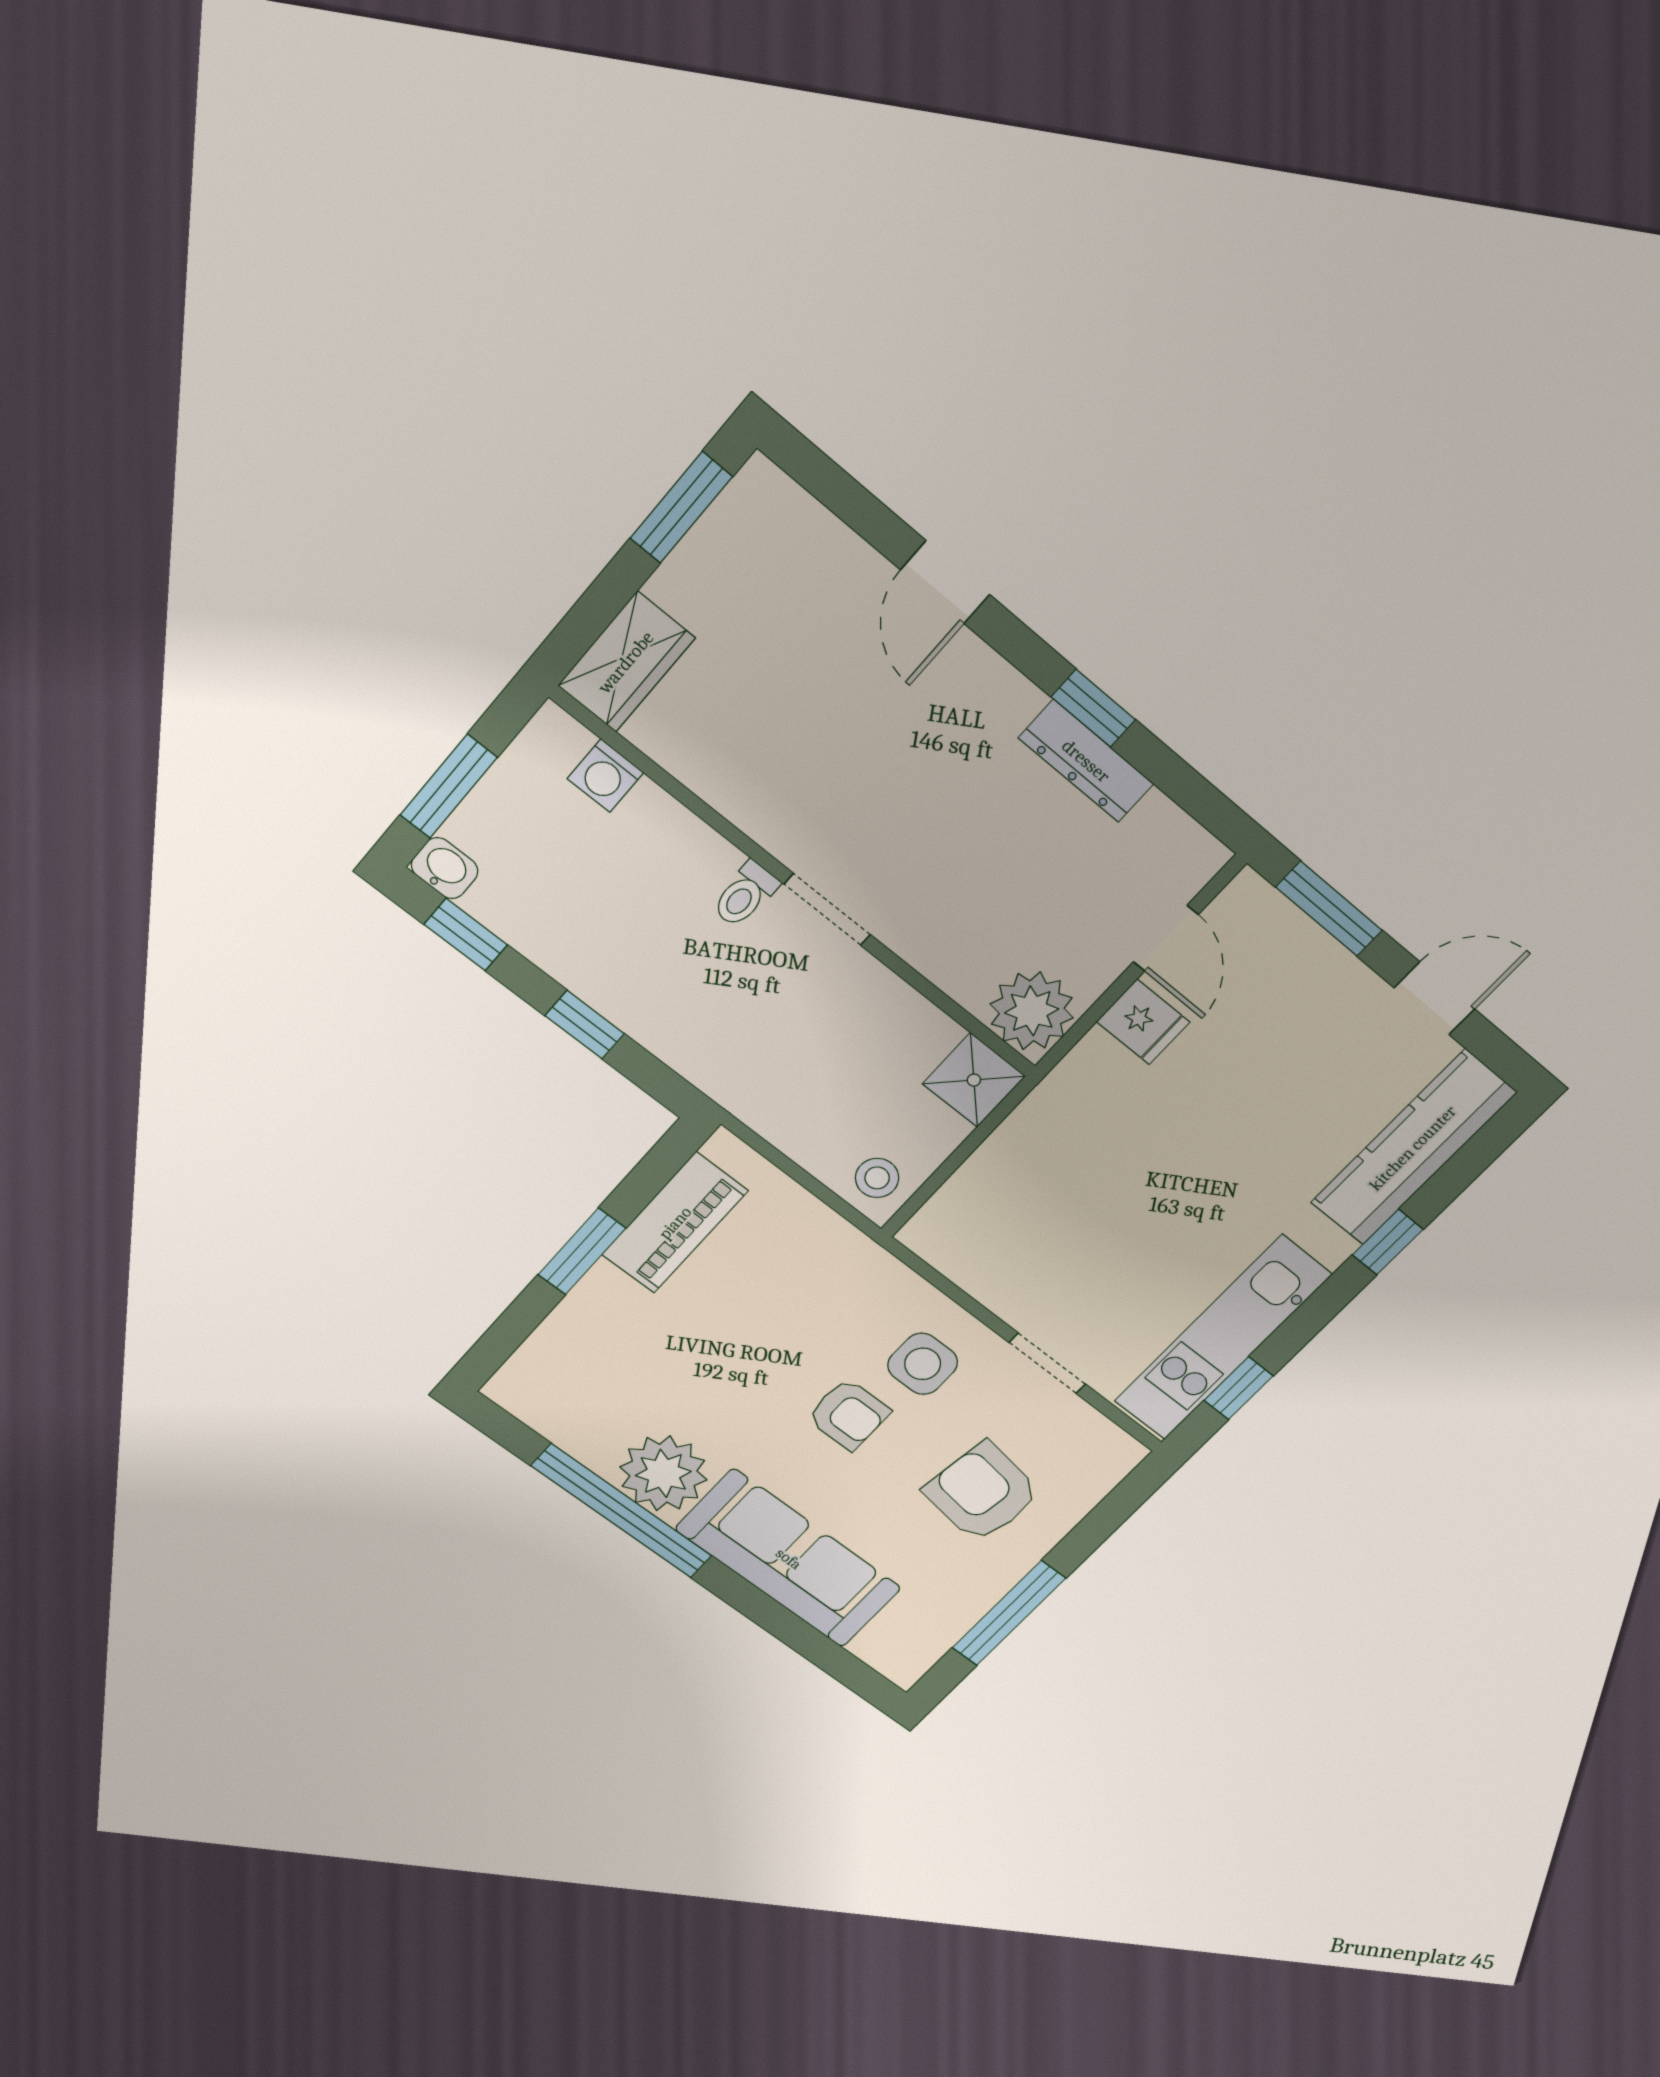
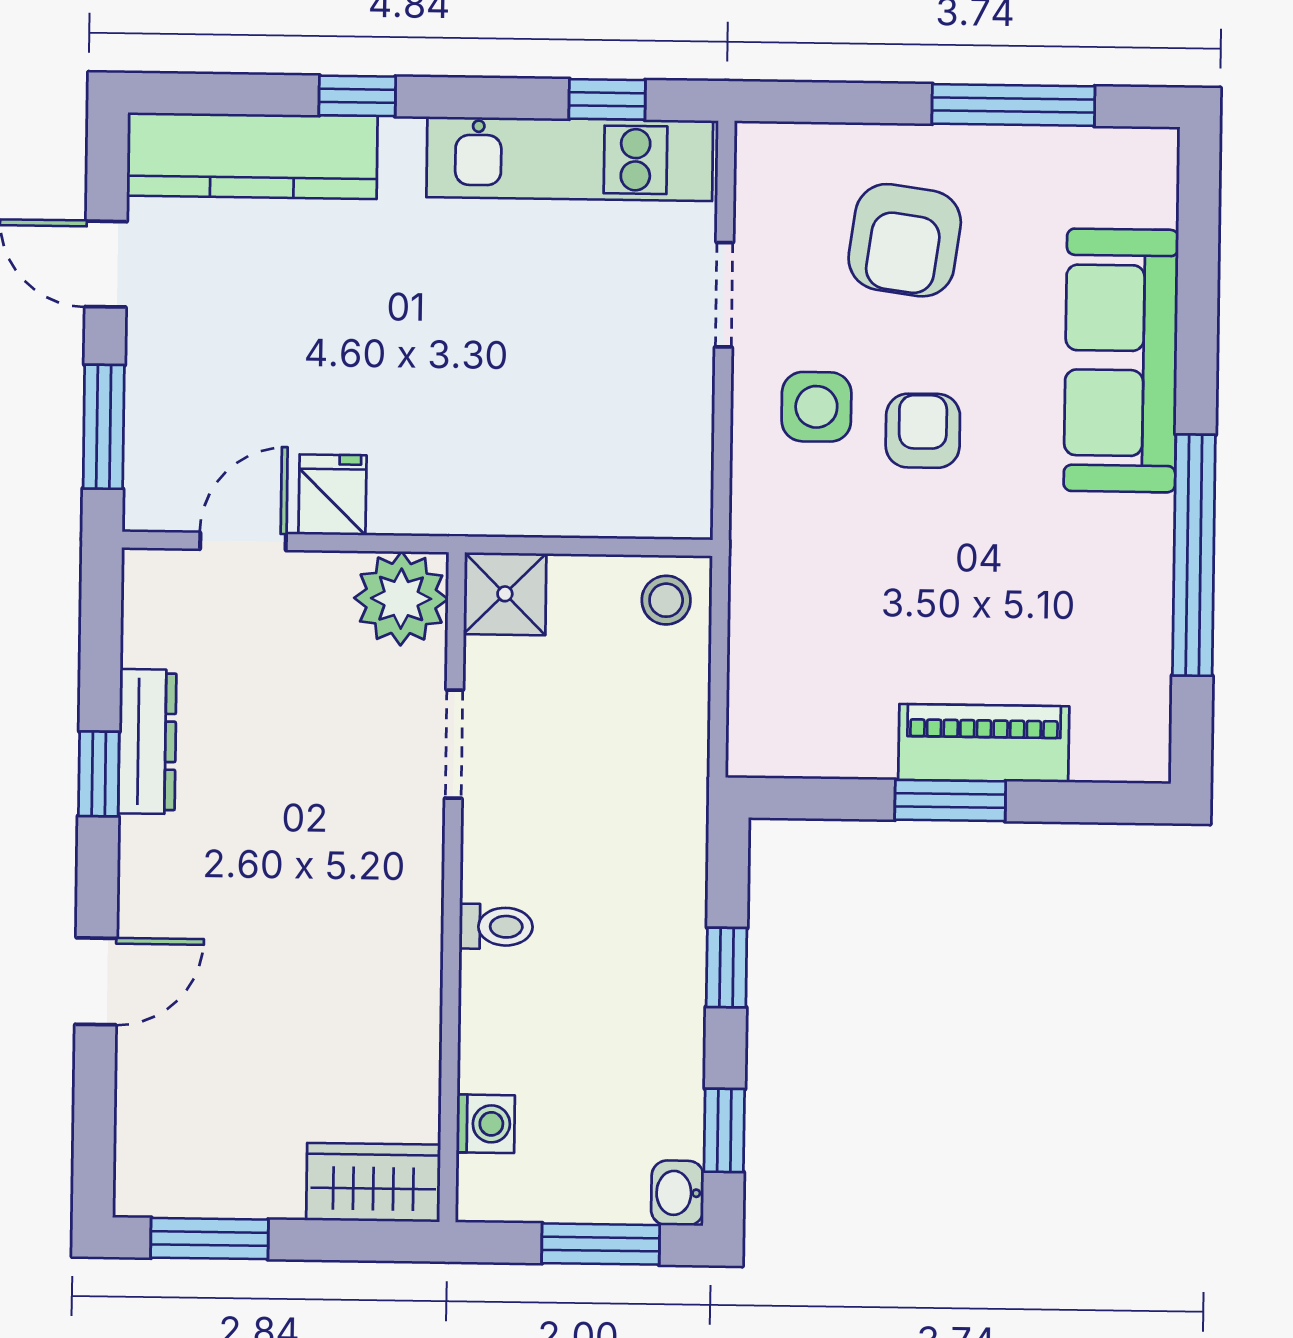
doorway: (827, 909) -> (454, 744), moved
piano: (675, 1223) -> (984, 743), moved
plant: (663, 1473) -> (1122, 549), removed

